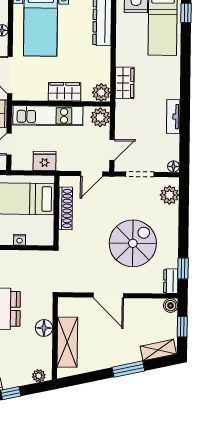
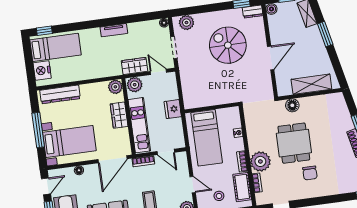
wardrobe: (125, 83) -> (135, 66), moved
tv unit: (173, 117) -> (114, 30), moved
fridge: (45, 161) -> (173, 109), moved
door: (92, 174) -> (179, 85), removed
shoe rack: (66, 208) -> (209, 101), removed
floor lamp: (44, 328) -> (292, 105), moved
plant: (39, 376) -> (341, 102), removed

